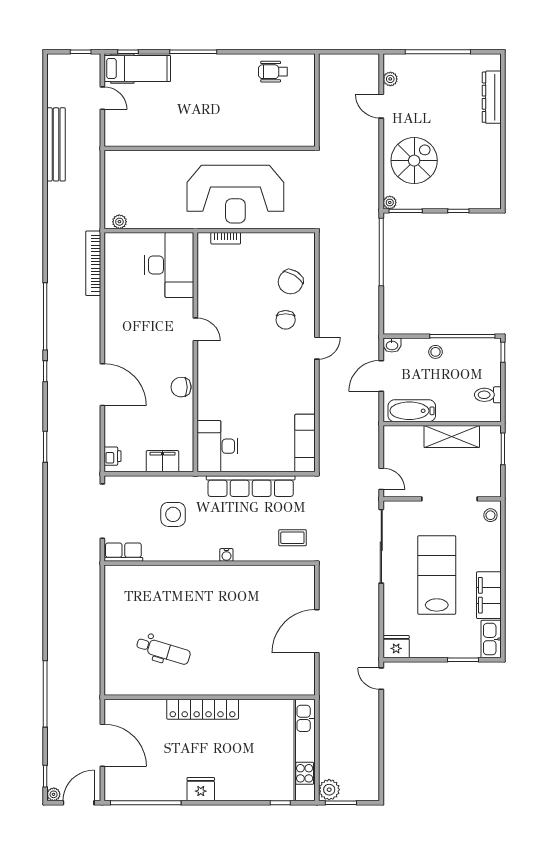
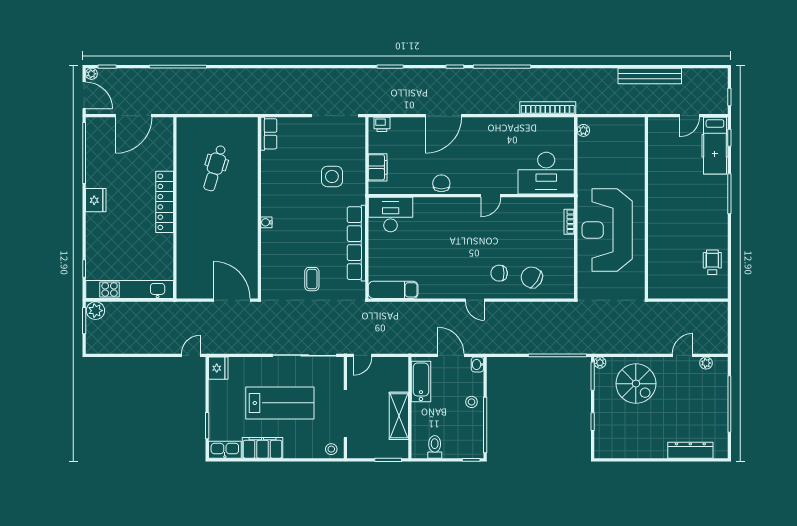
row of seats: (123, 552) -> (269, 134), moved
water cooler: (226, 555) -> (266, 222), moved
wall: (210, 563) -> (259, 208), moved

